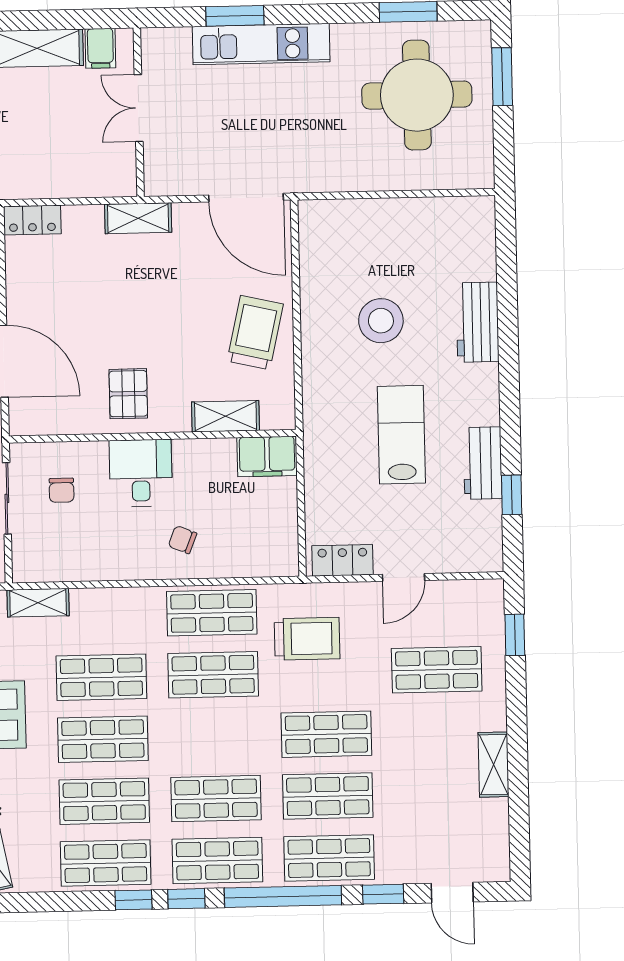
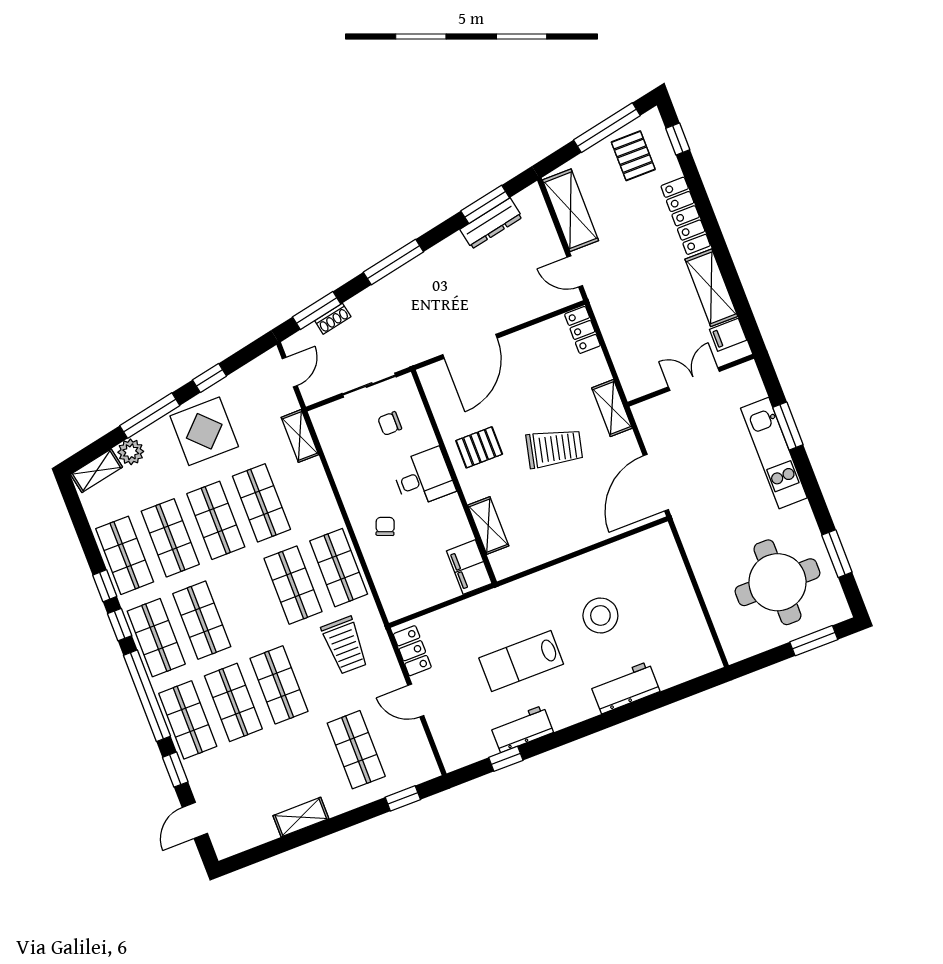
trolley: (255, 333) -> (554, 448), moved
lab bench: (401, 435) -> (521, 661), turned 180

